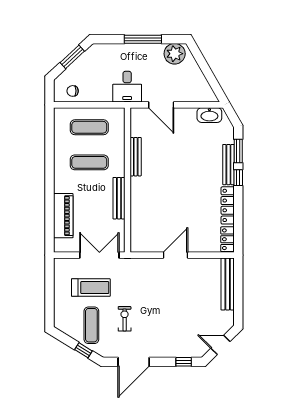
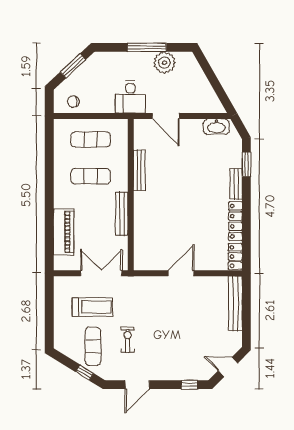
plant: (175, 54) -> (164, 63), moved
bench: (228, 165) -> (236, 184), width x0.73
window: (238, 178) -> (246, 192), removed
door: (134, 362) -> (137, 385), width x0.73

